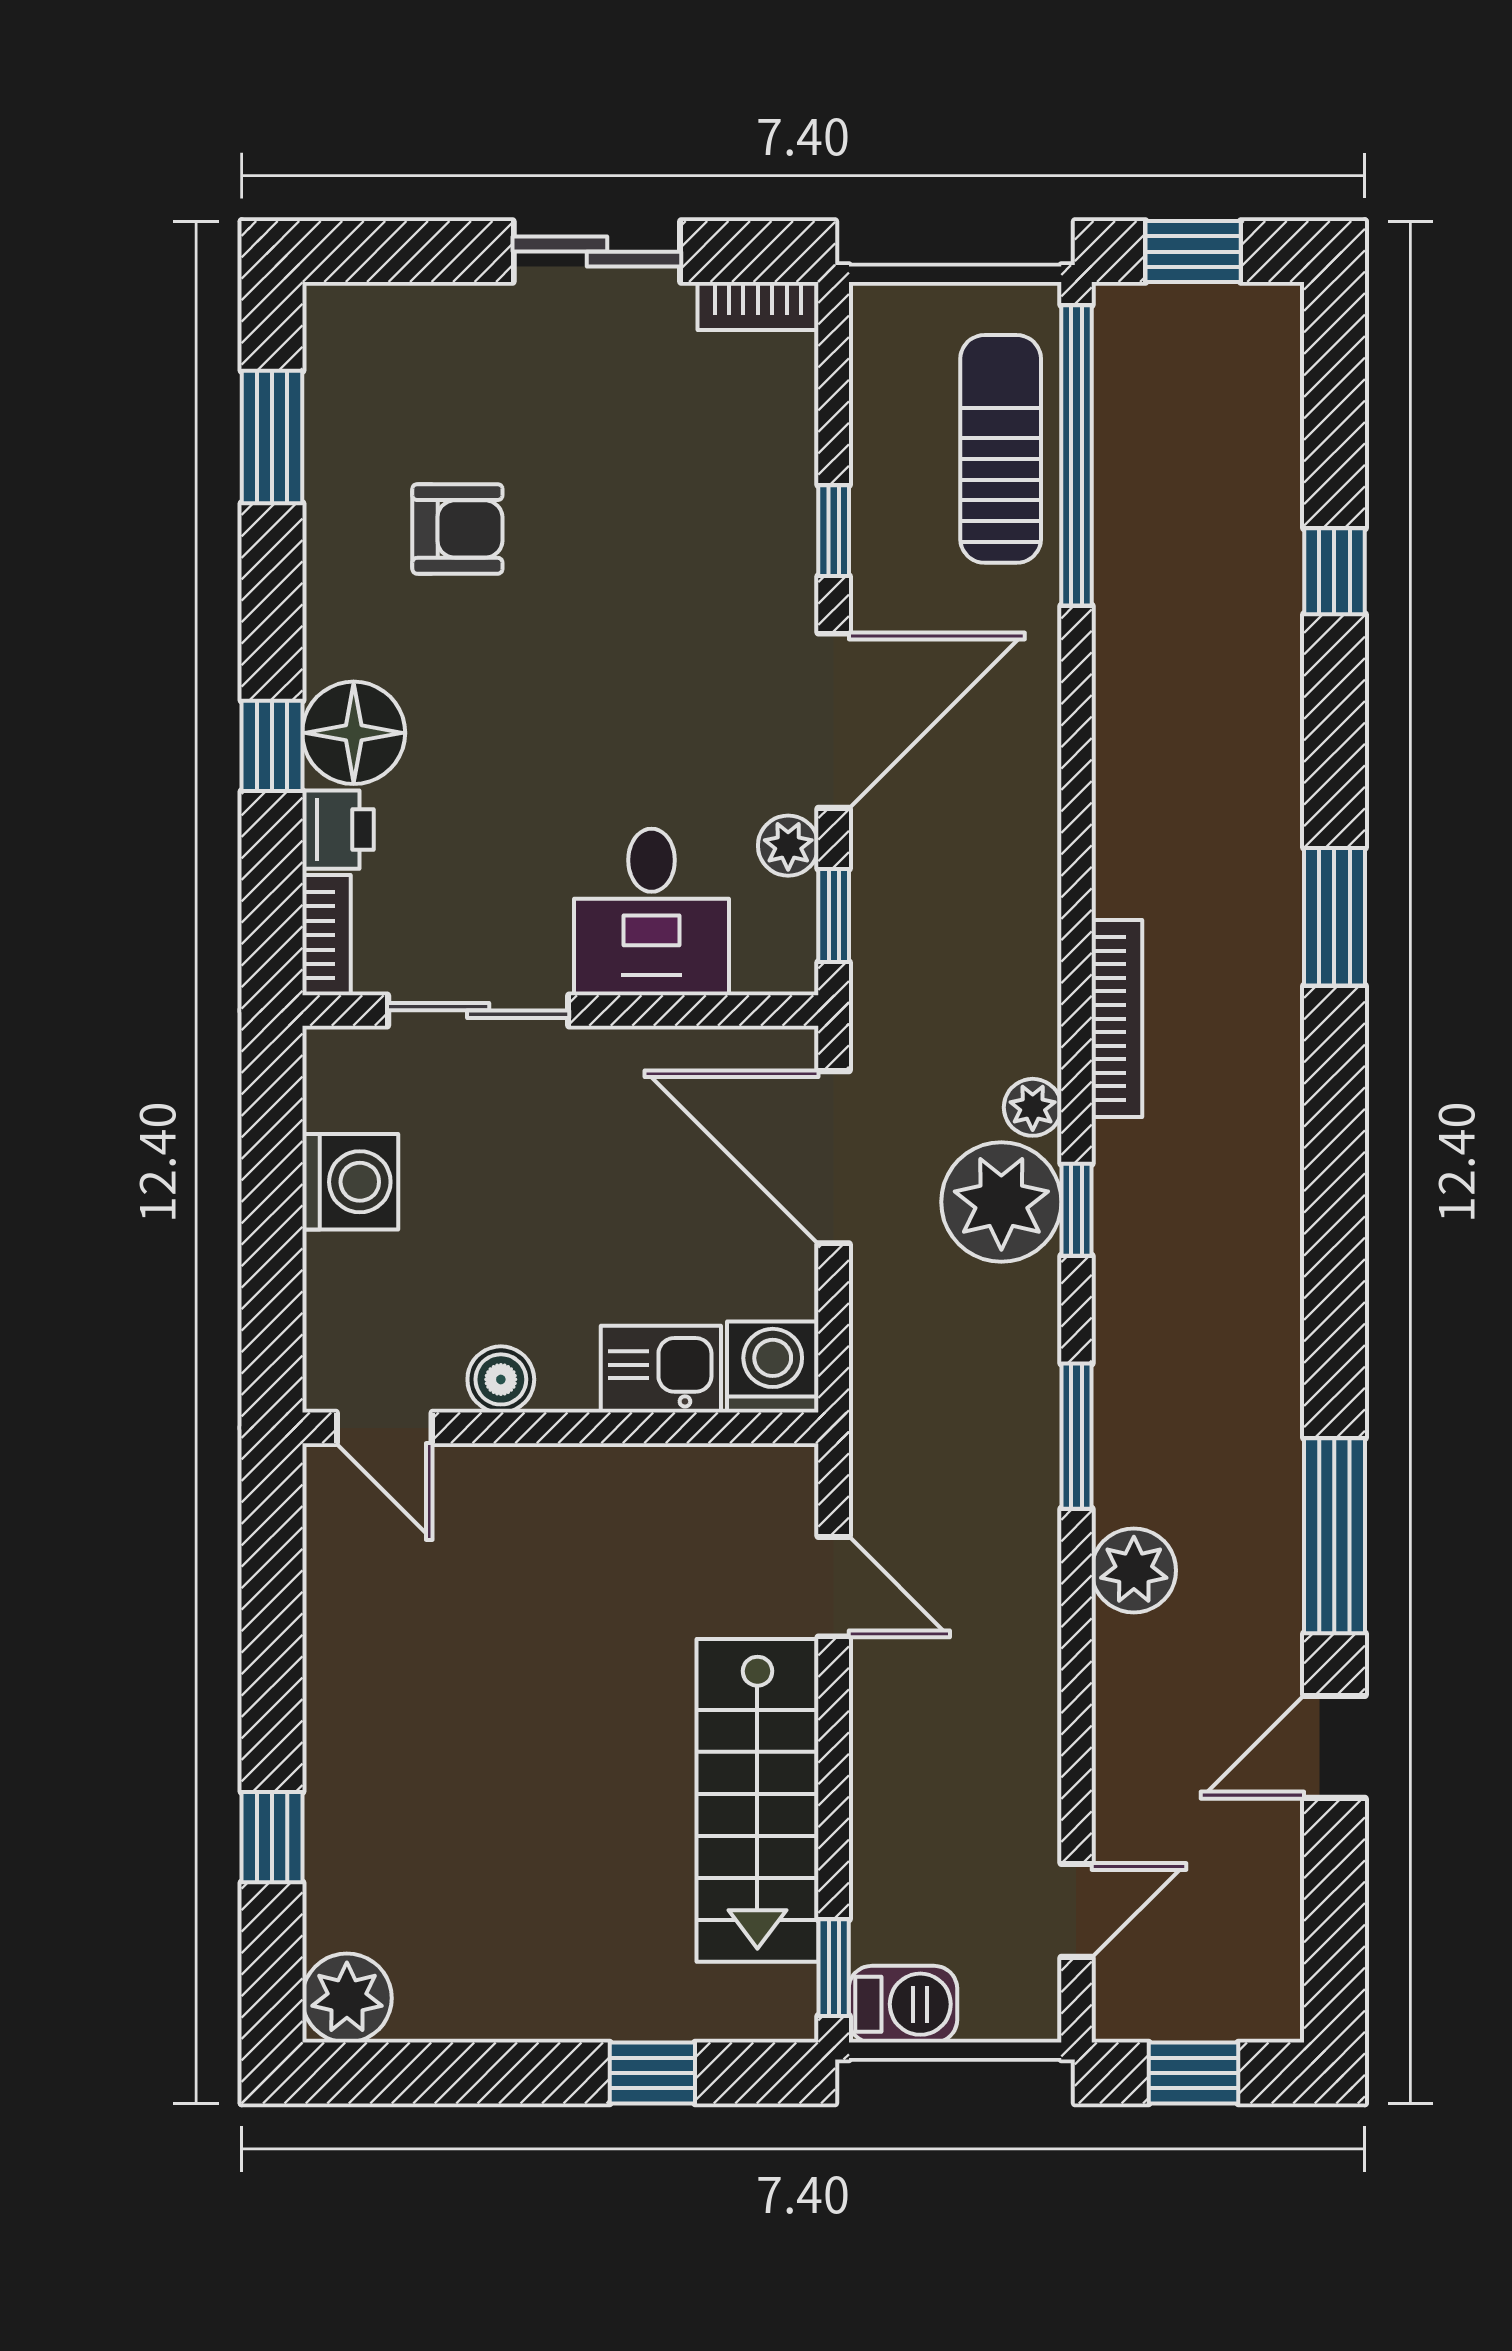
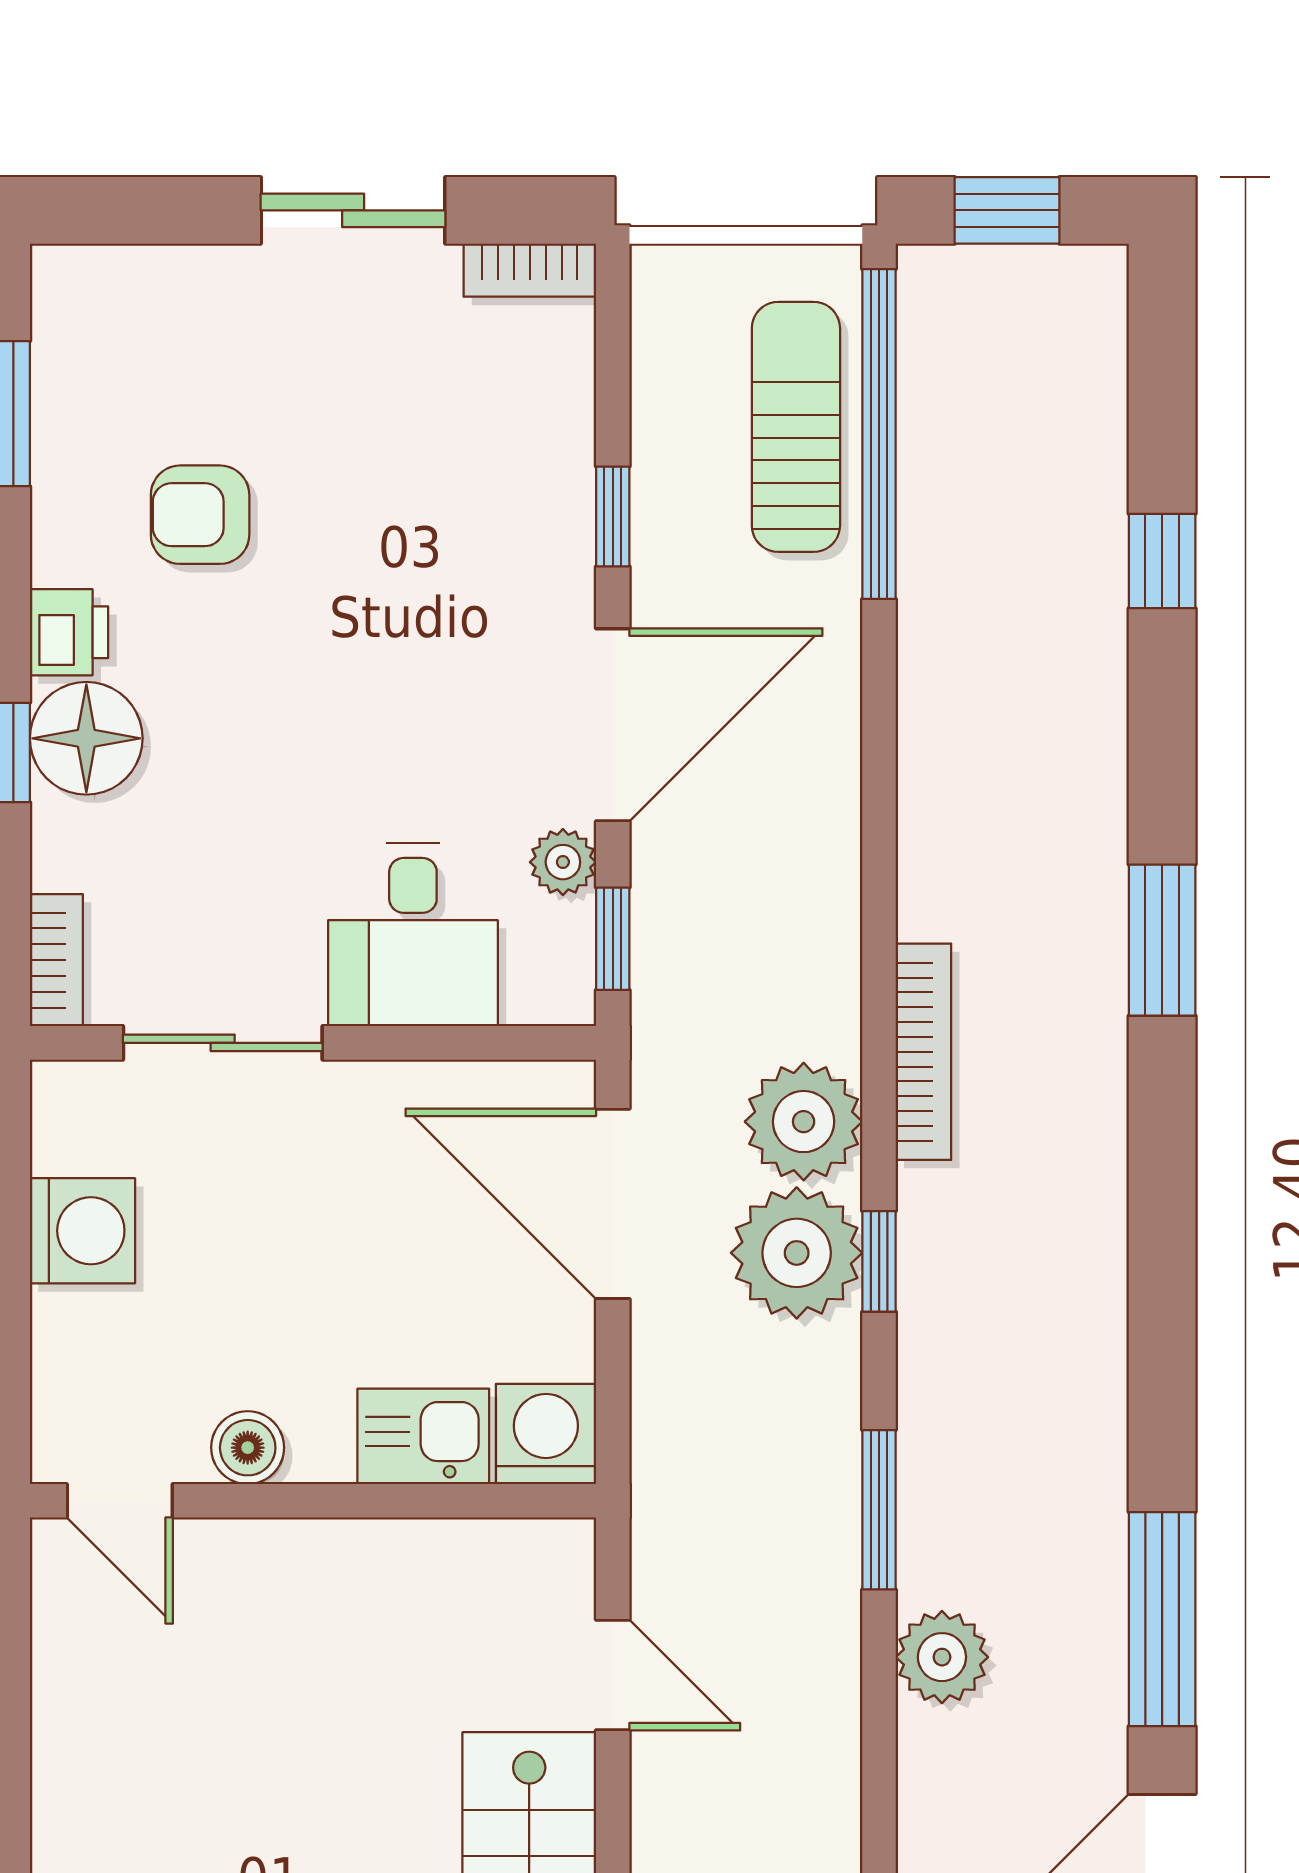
armchair: (457, 529) -> (200, 515), turned 180
printer: (338, 830) -> (69, 632), moved
plant: (1033, 1107) -> (804, 1122), width x1.88, depth x1.88

